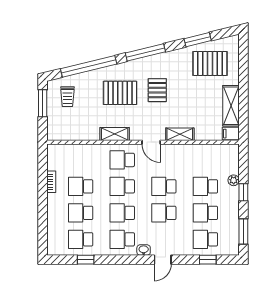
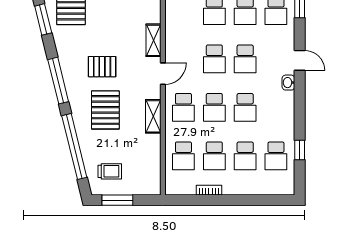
school desk: (122, 239) -> (183, 156), moved

